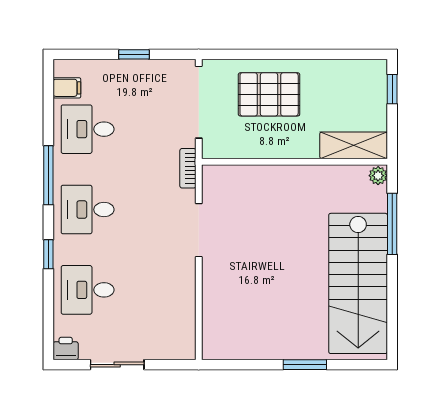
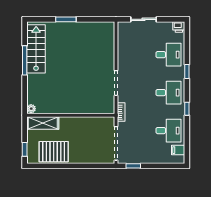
window: (134, 54) -> (133, 166), moved
pallet: (269, 94) -> (54, 152), moved
window: (48, 175) -> (187, 109), width x0.46
window: (392, 224) -> (25, 60), moved
stairs: (358, 283) -> (36, 49), width x0.73, depth x0.66
sliding door: (117, 365) -> (143, 19), moved

